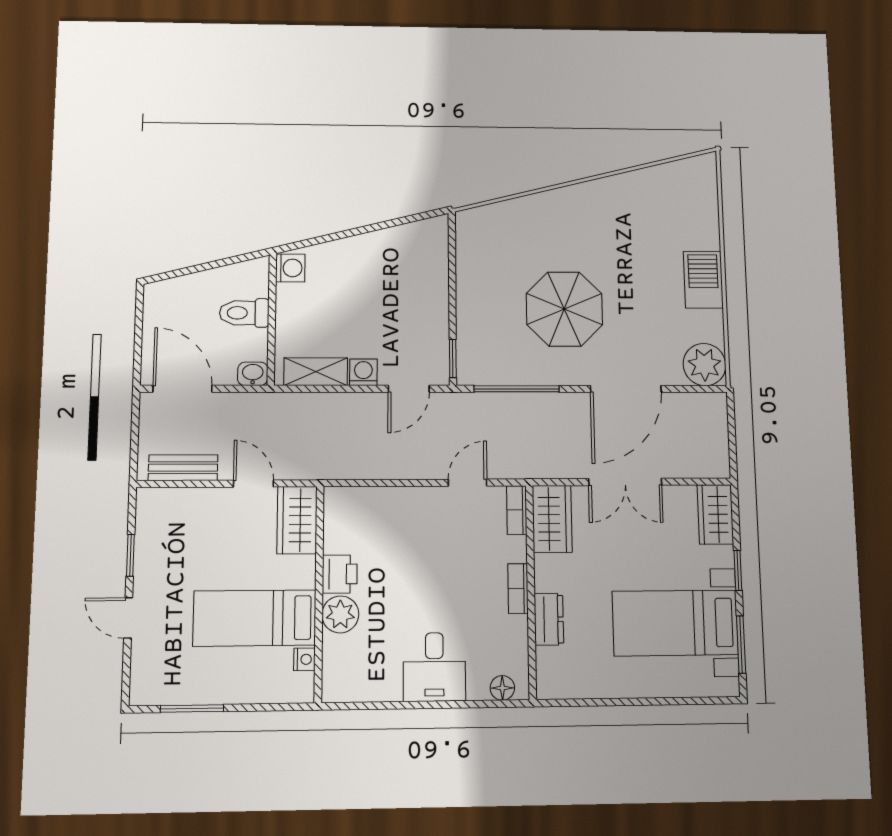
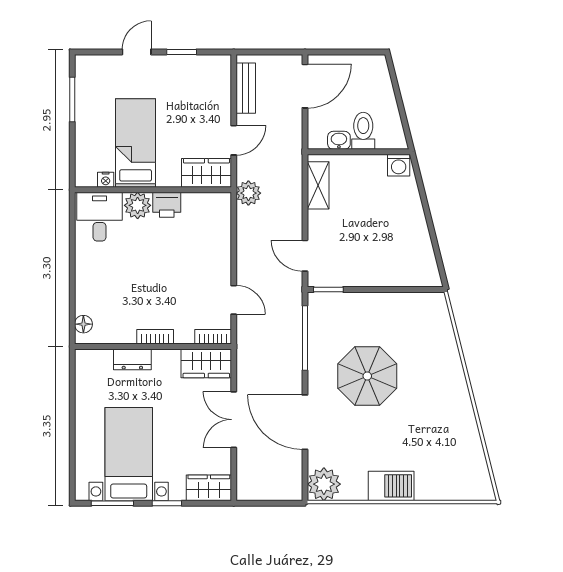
washing machine: (363, 372) -> (318, 221), removed
washbasin: (253, 374) -> (339, 140), moved, turned -90
plant: (325, 463) -> (248, 193), added
desk: (434, 667) -> (100, 217), moved, turned 90

